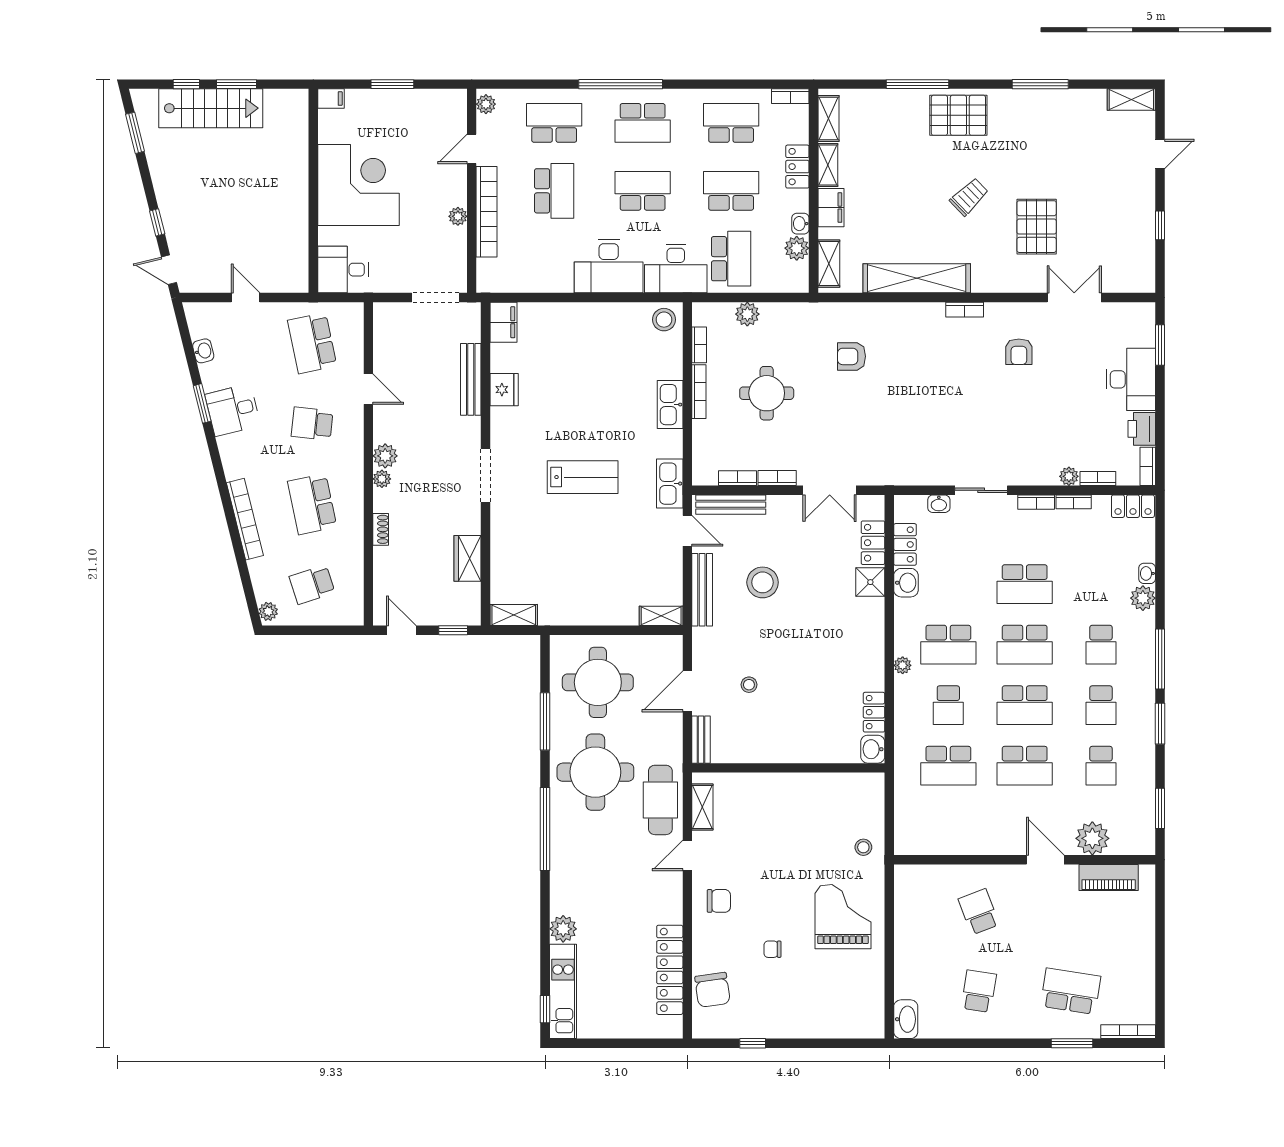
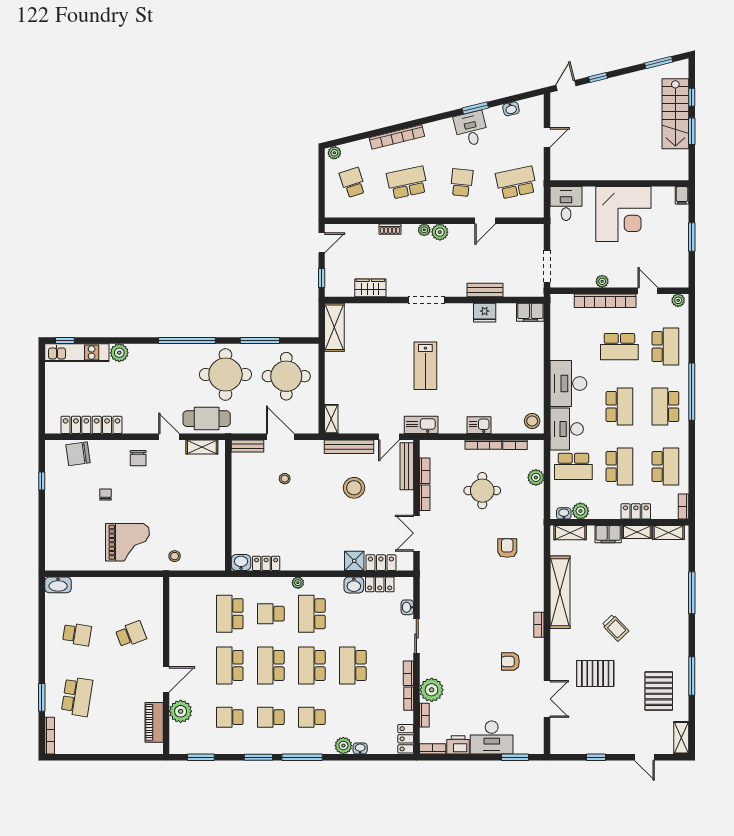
pallet: (958, 115) -> (659, 691), moved
washbasin: (800, 224) -> (564, 513), moved
bench: (471, 379) -> (485, 290), width x0.73
kitchen sink: (670, 405) -> (479, 425), width x0.73
plant: (1069, 476) -> (432, 690), width x1.88, depth x1.88
shelving: (514, 615) -> (334, 327), width x1.50, depth x1.33

